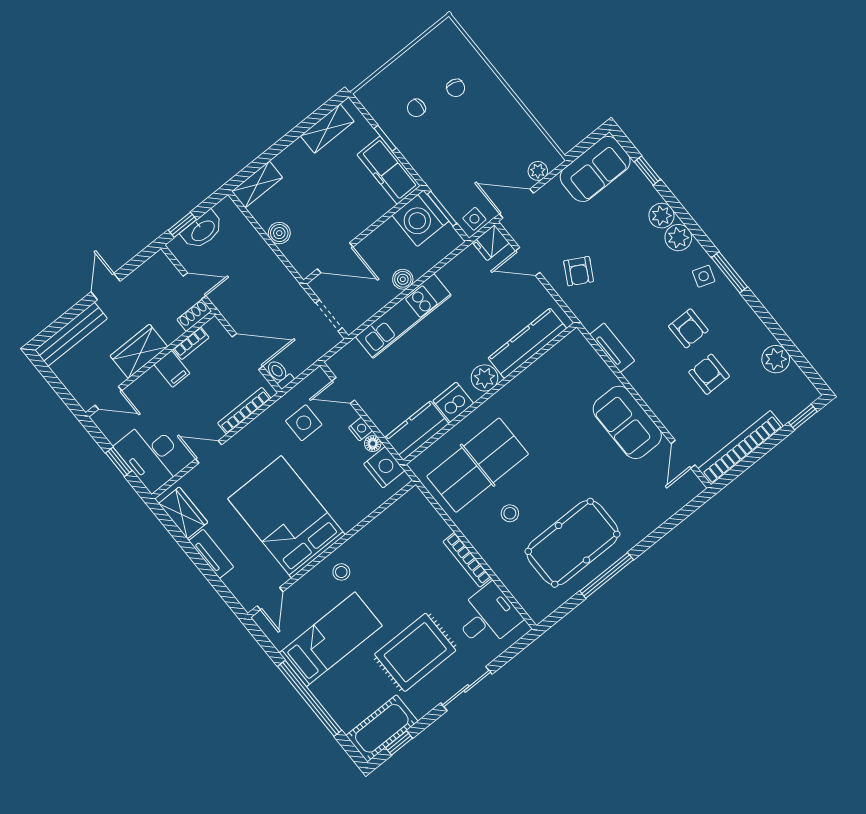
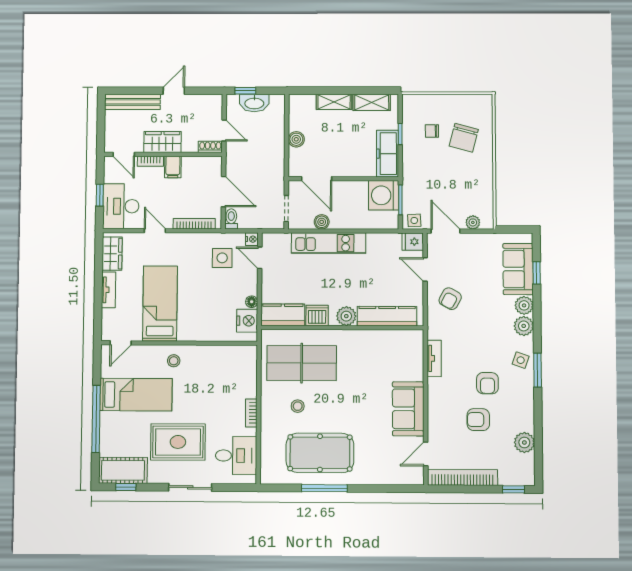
chair: (456, 88) -> (464, 138), width x1.87, depth x1.87
sofa: (595, 169) -> (518, 269), moved, turned 90
shelving: (257, 184) -> (334, 102), moved
boiler: (403, 279) -> (322, 222), moved
bookcase: (191, 343) -> (150, 161), moved
armchair: (709, 374) -> (478, 420), turned -90
nightstand: (361, 429) -> (252, 239), moved
bed: (286, 517) -> (160, 303), width x0.67
bookcase: (467, 560) -> (251, 413), width x0.64

